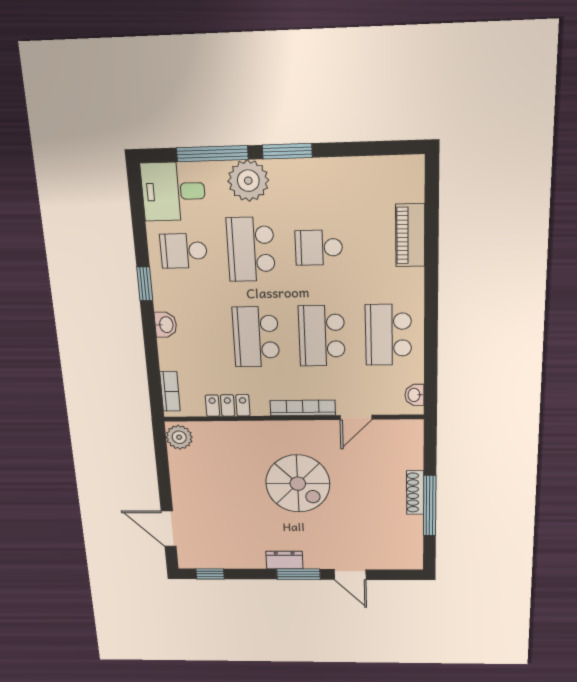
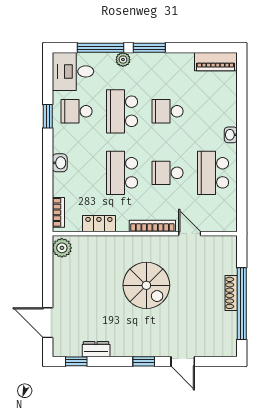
plant: (248, 181) -> (123, 60), width x0.53, depth x0.53
piano: (410, 235) -> (215, 62), moved, turned -90
window: (145, 284) -> (48, 116), moved
school desk: (322, 336) -> (168, 173), width x0.54
washbasin: (415, 395) -> (231, 135), moved
door: (356, 417) -> (190, 234), swing flipped
window: (430, 506) -> (242, 304), width x1.46
dresser: (284, 560) -> (96, 349), moved
window: (298, 574) -> (144, 361), width x0.67

